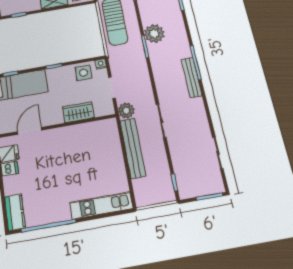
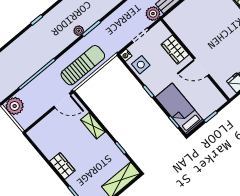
plant: (154, 34) -> (79, 31), width x0.53, depth x0.53
door: (30, 131) -> (201, 67), moved

